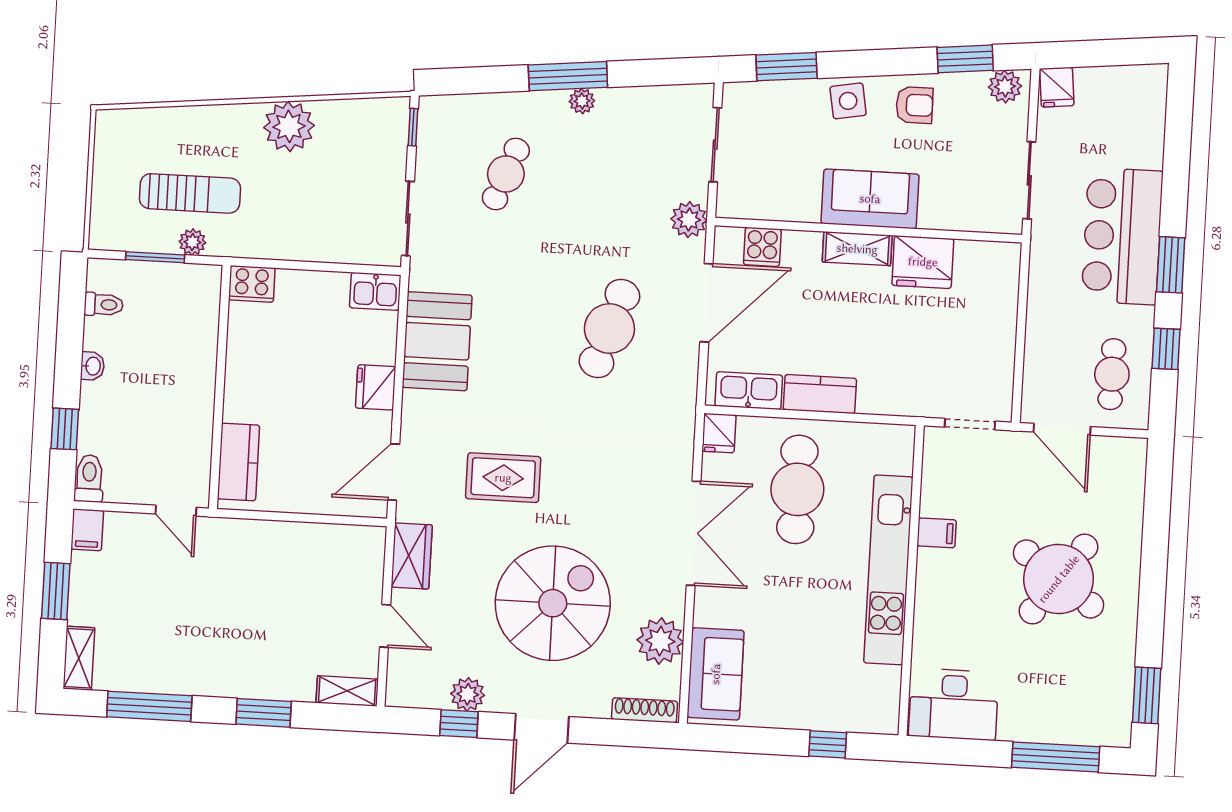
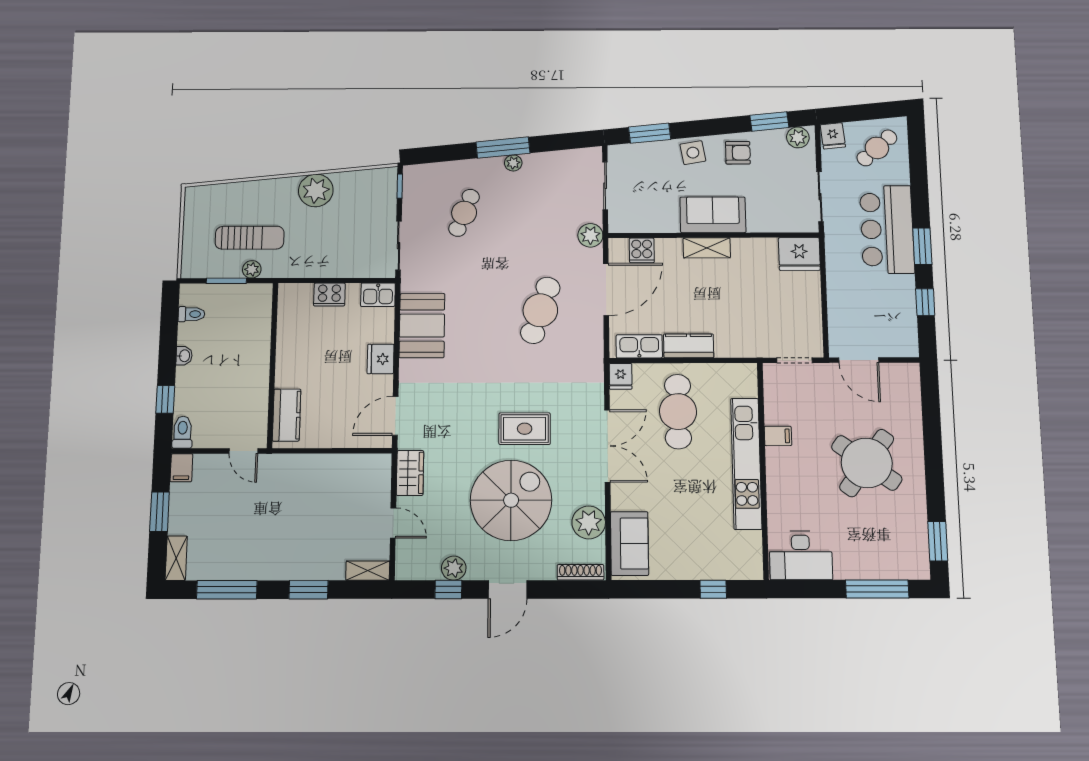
fridge: (923, 262) -> (799, 254), moved
cooker: (252, 284) -> (329, 295), moved
cafe table: (1112, 374) -> (877, 148), moved, turned 47
rug: (503, 478) -> (525, 429), moved

